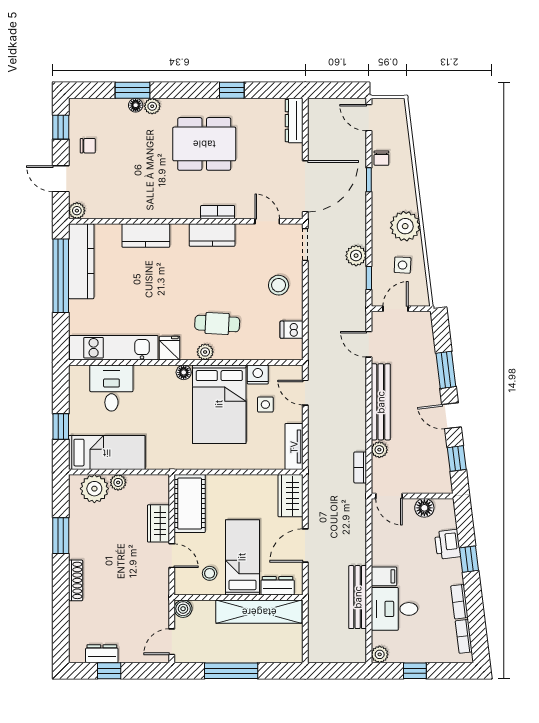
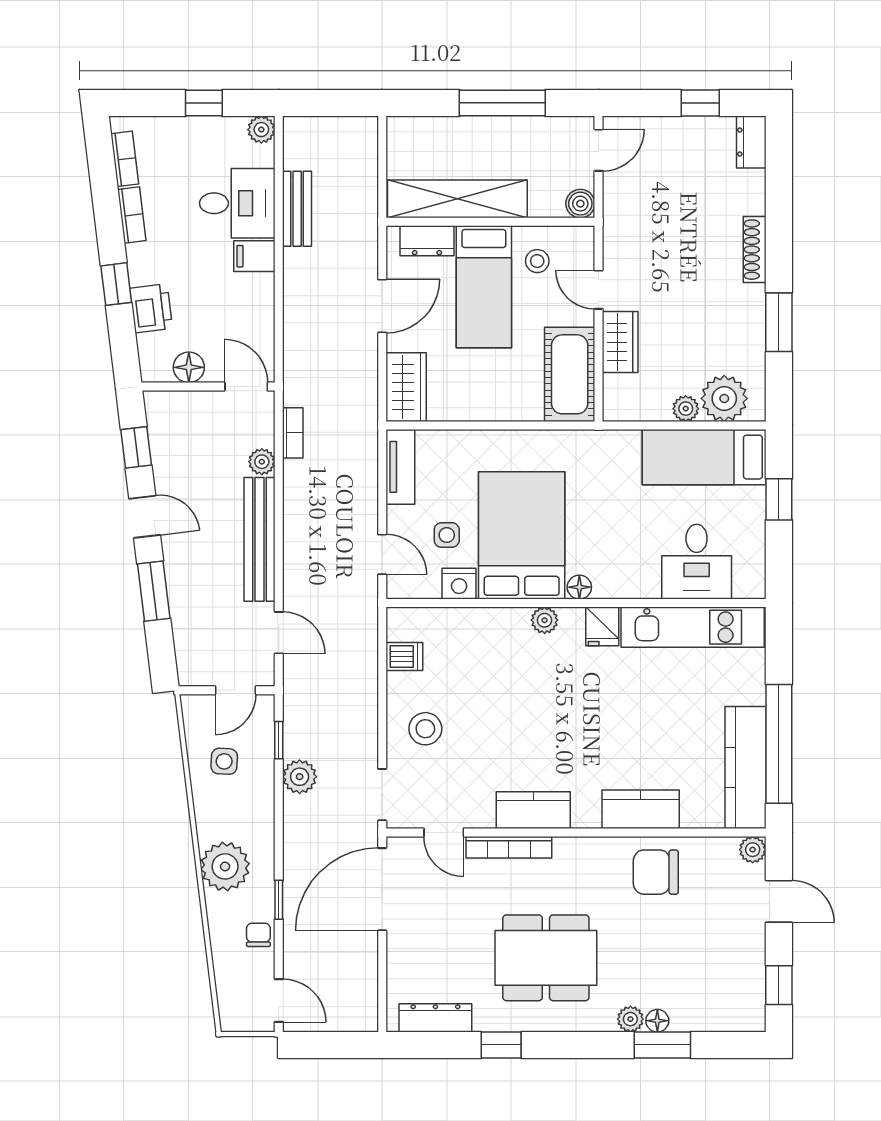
dresser: (294, 121) -> (435, 1018), moved, turned -90
chair: (88, 146) -> (656, 872), moved, width x1.87, depth x1.87
bookcase: (218, 212) -> (509, 847), width x1.56
plant: (405, 226) -> (225, 866), moved
cafe table: (217, 324) -> (525, 666), removed
bench: (358, 597) -> (297, 209), width x0.73
dresser: (102, 654) -> (751, 142), moved, turned 90

